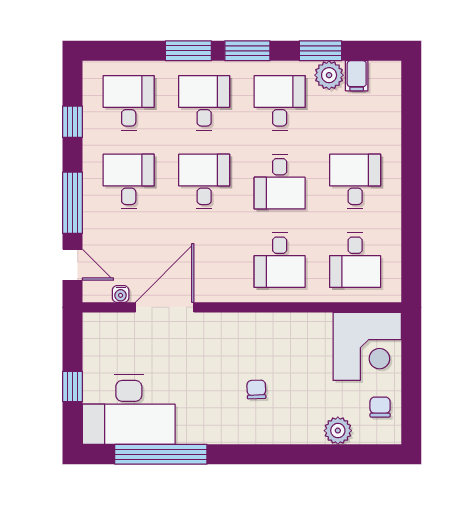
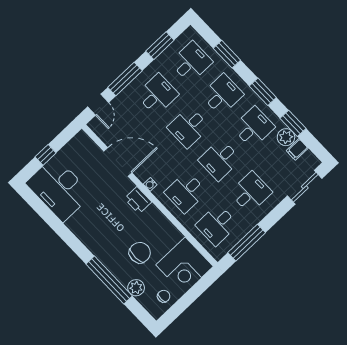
window: (188, 51) -> (227, 54), moved
sliding door: (411, 110) -> (305, 187), added
window: (73, 122) -> (160, 46), width x1.50
desk: (204, 182) -> (188, 127), turned 180
window: (411, 245) -> (247, 243), added
water cooler: (121, 294) -> (150, 184), moved
printer: (234, 327) -> (138, 200), added
chair: (256, 389) -> (140, 253), moved, width x1.87, depth x1.87
window: (161, 454) -> (109, 280), moved

